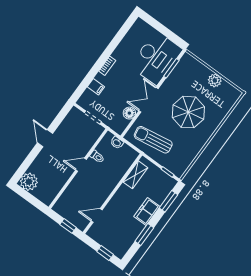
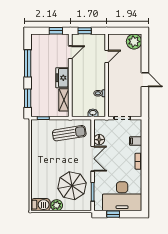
window: (168, 33) -> (113, 214), added
desk: (156, 58) -> (122, 196), moved, turned -90
barbecue: (230, 92) -> (40, 205), added
parasol: (188, 112) -> (72, 186), moved
door: (81, 165) -> (107, 57), moved
freezer: (147, 211) -> (62, 78), moved, turned 180
window: (144, 234) -> (28, 63), width x1.44
window: (105, 253) -> (56, 31), moved

